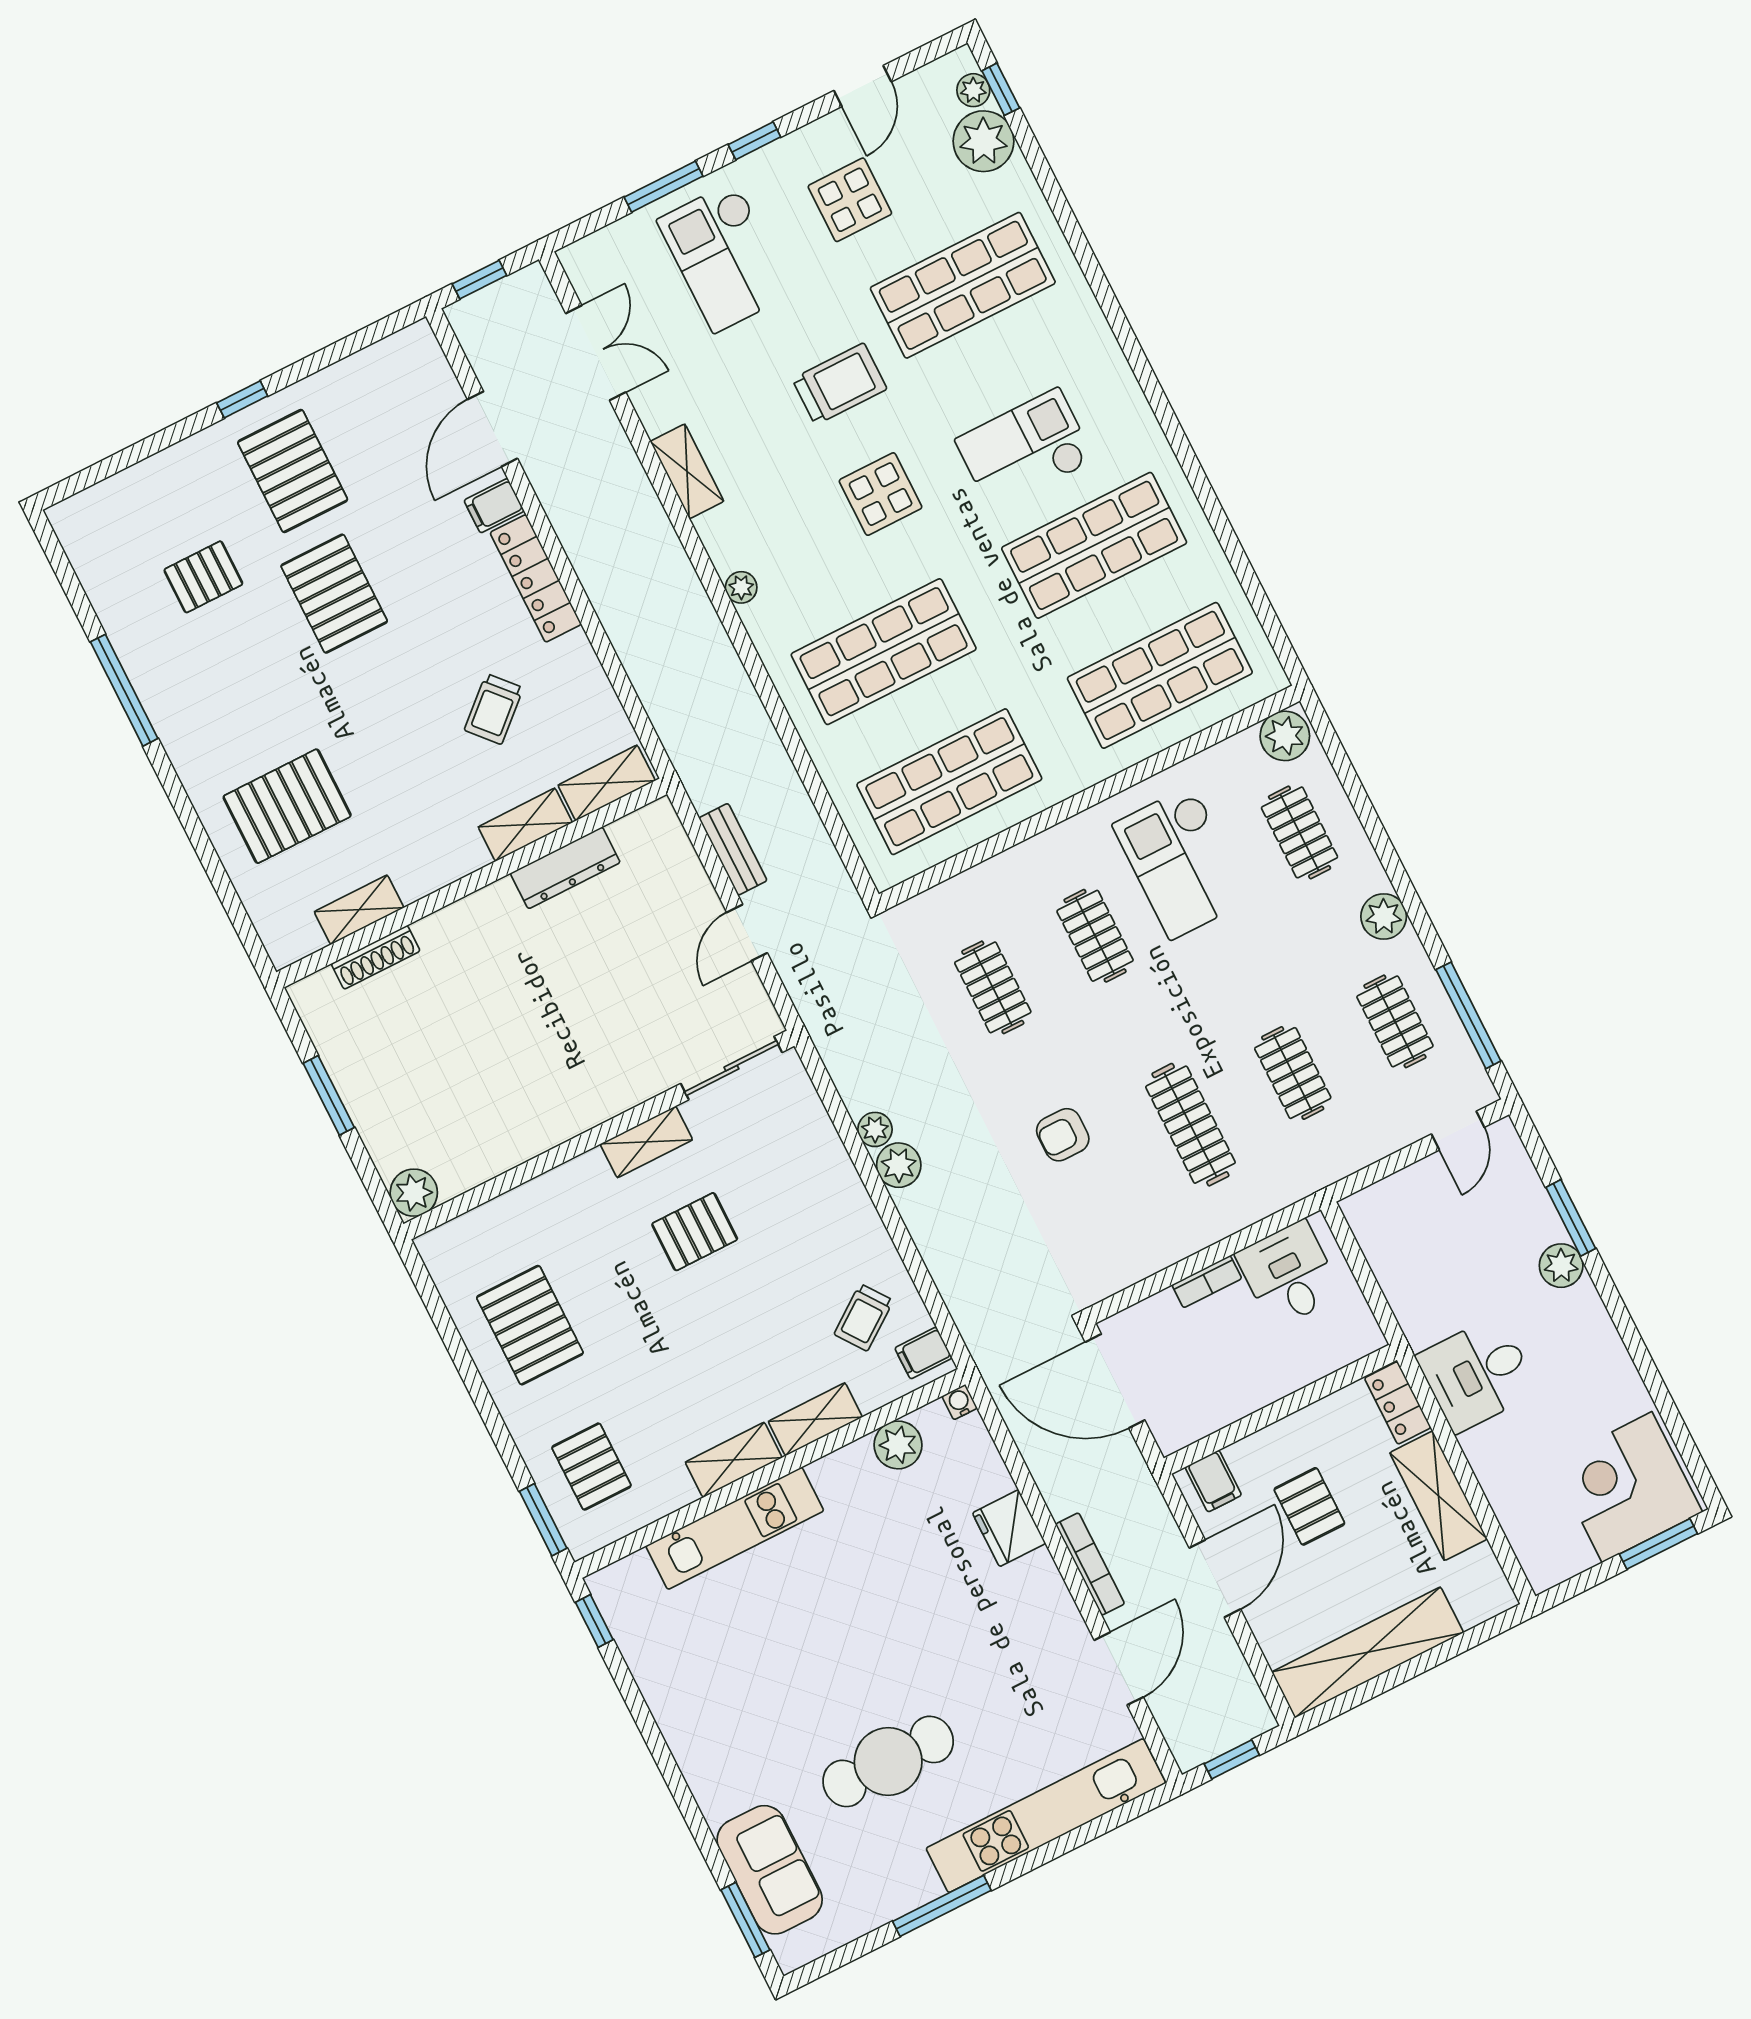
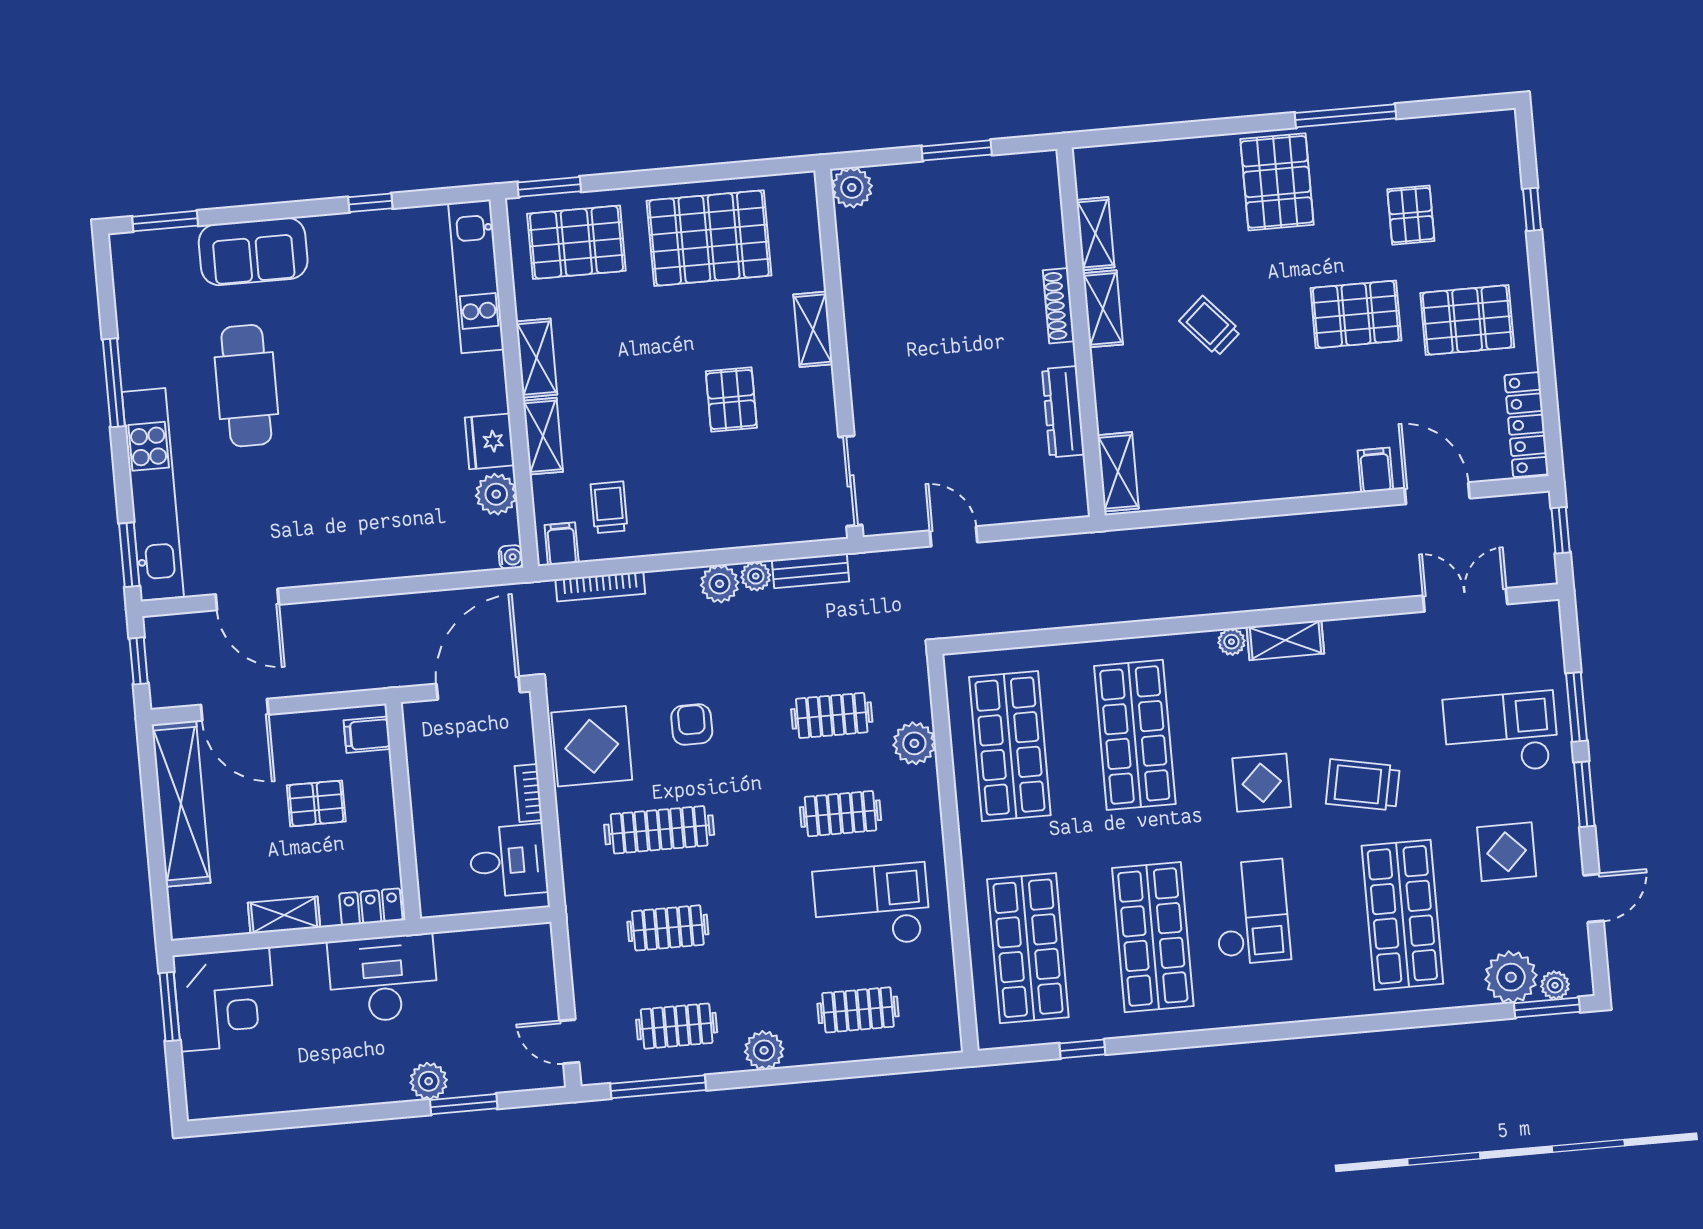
door: (863, 86) -> (1594, 898), swing flipped
window: (1001, 89) -> (1547, 1007), width x1.50
window: (754, 141) -> (1584, 794), width x1.50
double door: (596, 353) -> (1465, 600), swing flipped
trolley: (840, 384) -> (1363, 785), turned 101
window: (242, 399) -> (1532, 209), moved
shelving: (687, 471) -> (1285, 640), moved
window: (1245, 573) -> (1082, 1049), added
locker: (536, 578) -> (1526, 425), moved, turned -90
trolley: (494, 709) -> (1210, 326), moved
plant: (1285, 736) -> (914, 743), moved
pallet: (287, 806) -> (1277, 182), moved
shelving: (525, 825) -> (1103, 309), moved
bench: (733, 849) -> (810, 571), moved
shoe rack: (376, 957) -> (1059, 306), moved
shelving: (646, 1142) -> (813, 329), moved
display table: (1129, 1233) -> (592, 746), added
trolley: (864, 1317) -> (609, 507), turned 36
pallet: (530, 1325) -> (709, 238), width x1.37, depth x1.41
desk: (1477, 1374) -> (383, 978), width x1.37
pallet: (591, 1467) -> (576, 242), width x1.50, depth x1.42
corner desk: (1627, 1487) -> (225, 999), moved, turned 90
shelving: (1439, 1496) -> (284, 915), width x0.67, depth x0.75
kitchen unit: (735, 1528) -> (476, 276), moved
fridge: (1009, 1528) -> (490, 441), moved, turned -90
window: (1658, 1544) -> (170, 1007), moved
bookcase: (1090, 1564) -> (600, 587), moved
door: (1215, 1579) -> (235, 710), moved
window: (594, 1621) -> (370, 203), moved
window: (1121, 1815) -> (129, 555), added
sofa: (770, 1870) -> (253, 251), moved

